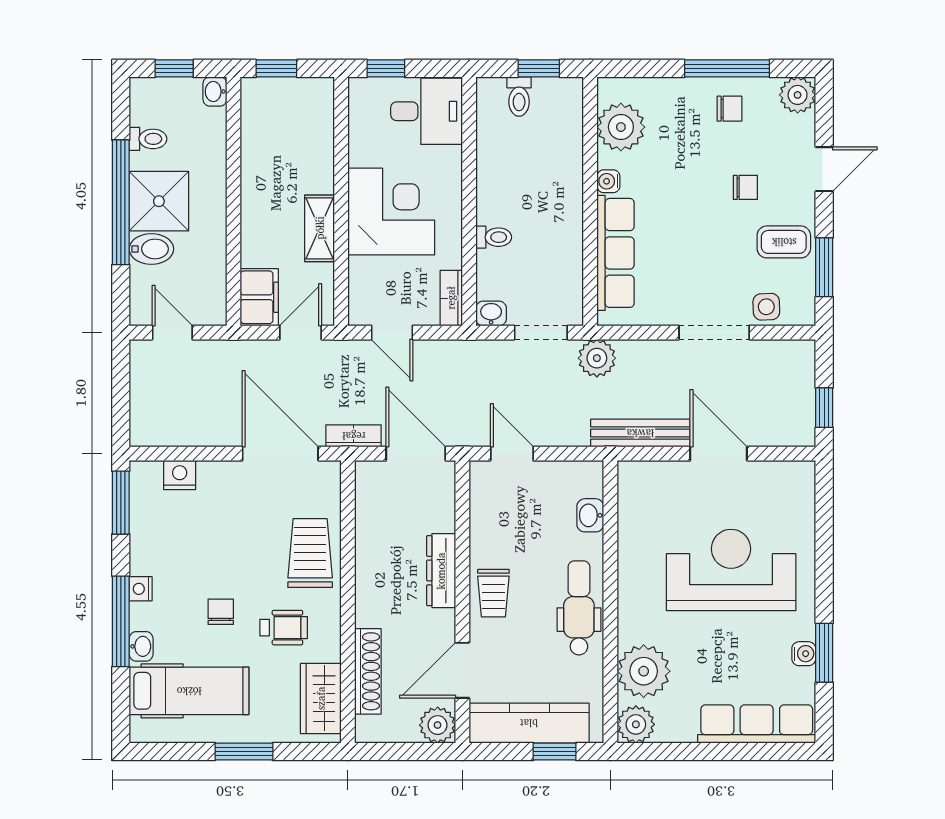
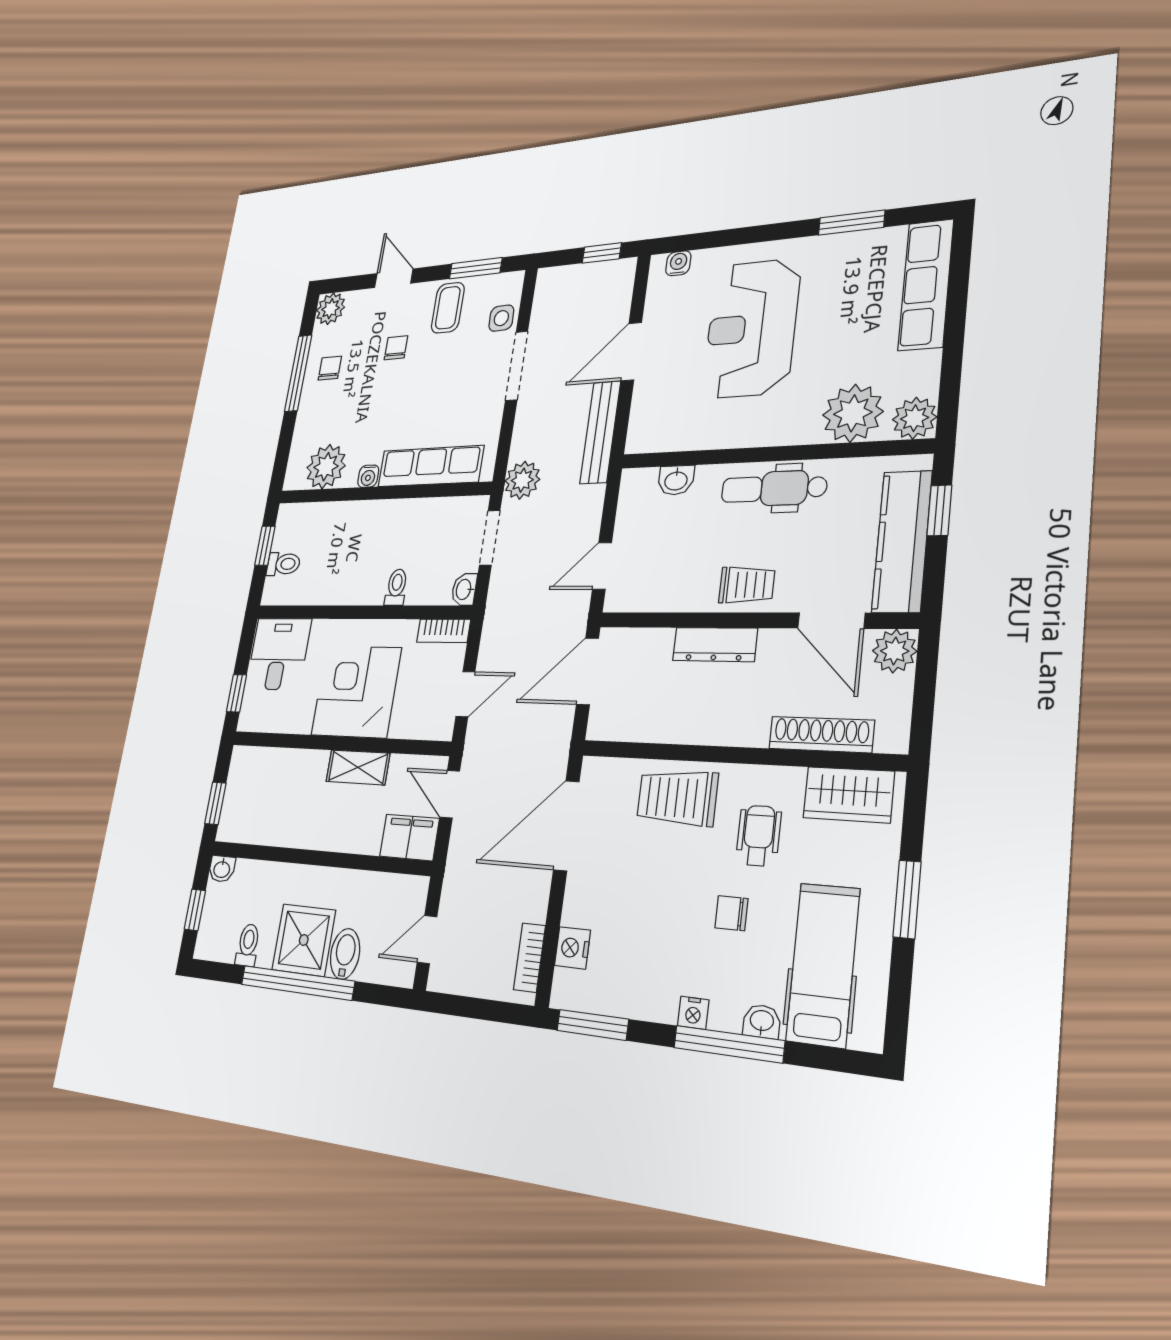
bookcase: (354, 436) -> (529, 958), moved
water cooler: (804, 654) -> (678, 263), moved

